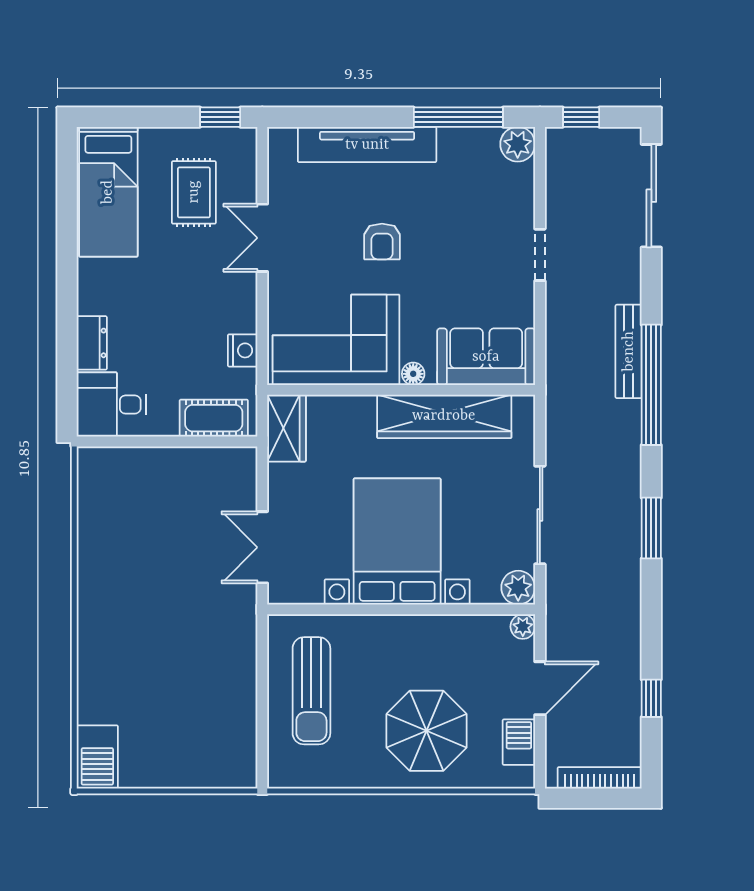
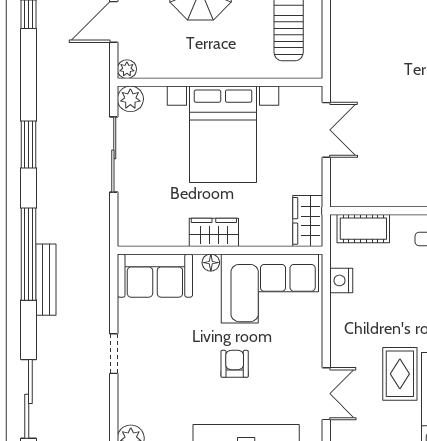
rug: (194, 192) -> (400, 374), moved
double door: (262, 238) -> (326, 394), moved
wardrobe: (444, 416) -> (214, 232), width x0.48, depth x0.85

